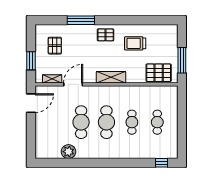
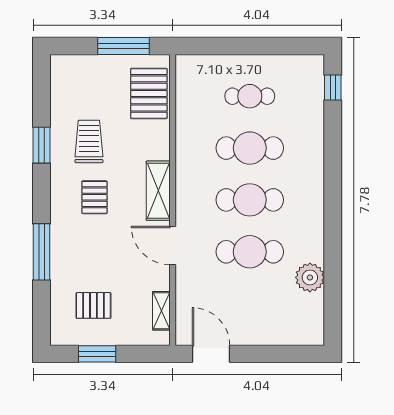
window: (133, 20) -> (42, 145), added
pallet: (106, 35) -> (94, 197), moved
trolley: (135, 43) -> (89, 141), turned 180
window: (31, 61) -> (97, 354), moved
door: (73, 84) -> (173, 245), moved
cafe table: (132, 122) -> (250, 148), width x1.37, depth x1.35

